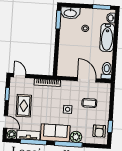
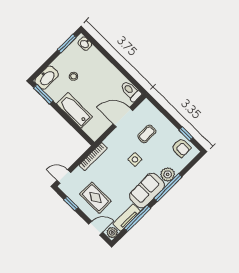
bathtub: (107, 38) -> (74, 110), moved, turned 180

